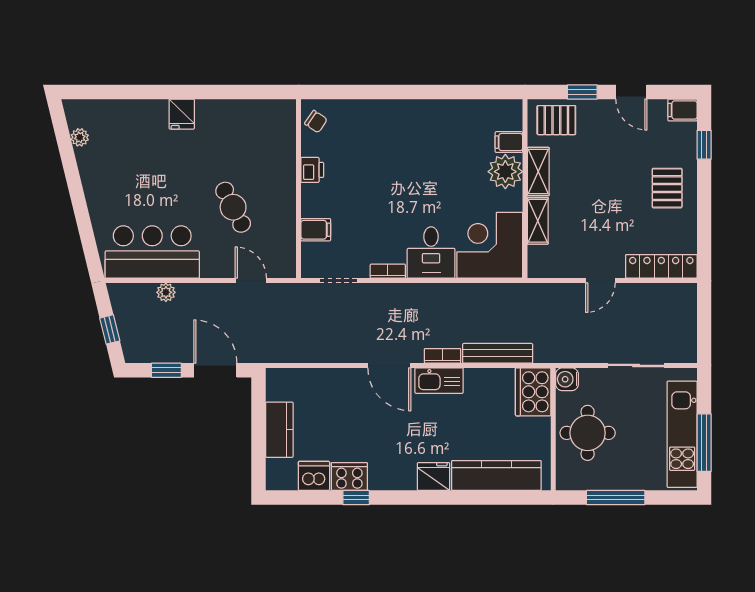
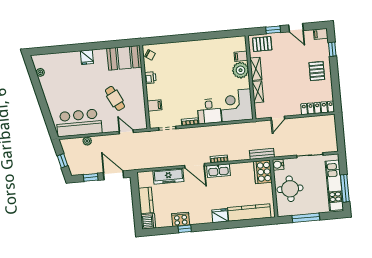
booth: (261, 123) -> (124, 58), added
door: (600, 281) -> (278, 118), moved
bench: (498, 353) -> (262, 154), moved, width x0.73
freezer: (332, 383) -> (168, 176), added
dishwasher: (314, 476) -> (148, 221), moved, turned 90

